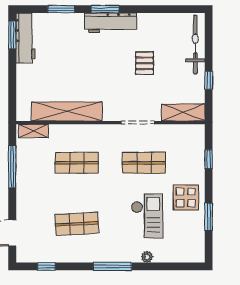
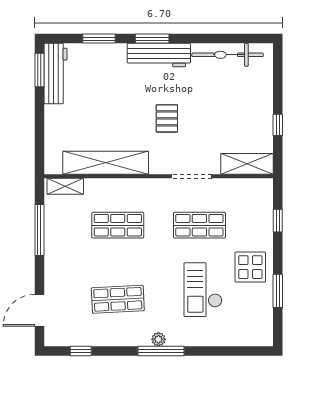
bicycle: (195, 45) -> (228, 55), moved, turned -90
pallet: (144, 63) -> (167, 118), moved
checkout: (147, 216) -> (203, 290), turned 180
plant: (147, 257) -> (158, 339), moved

